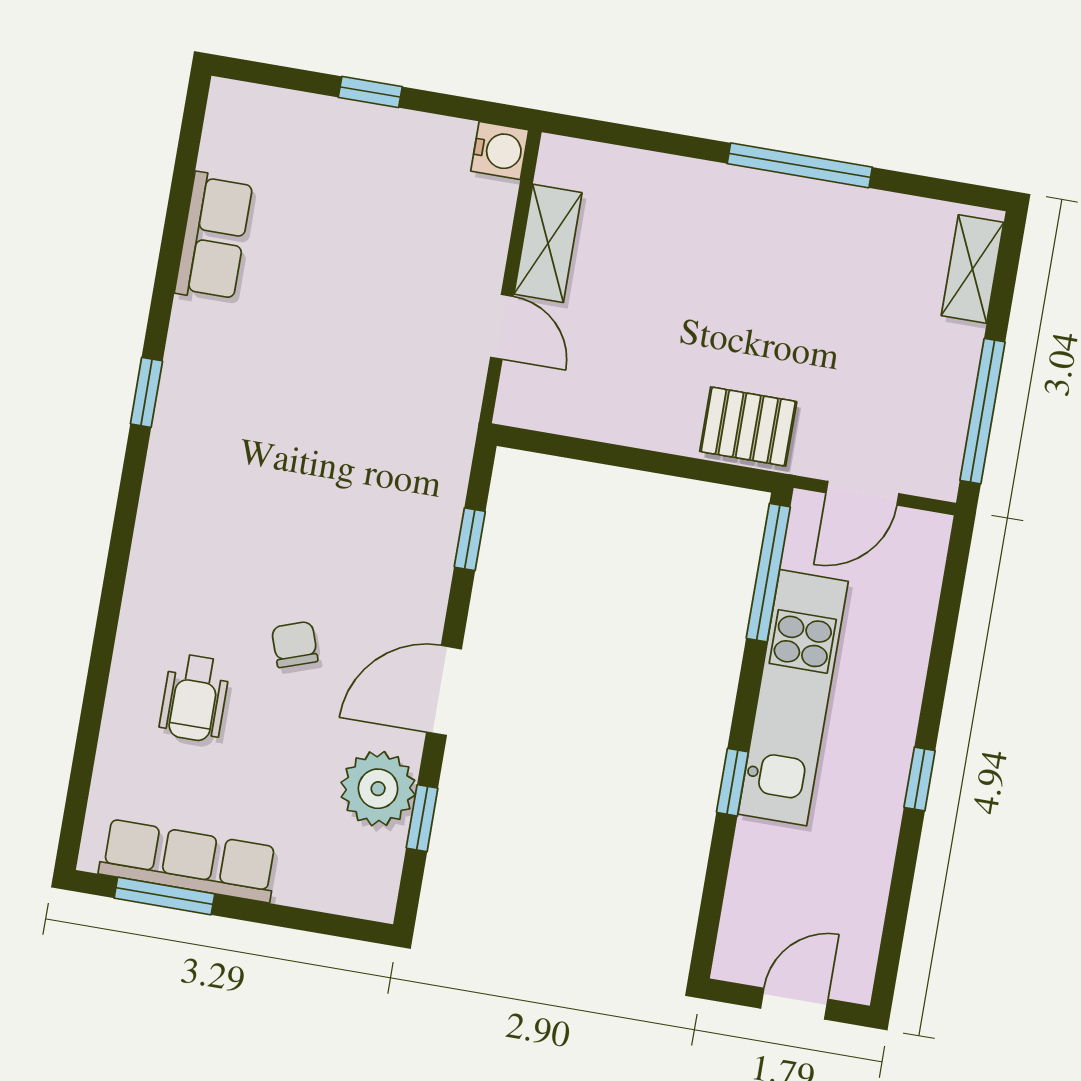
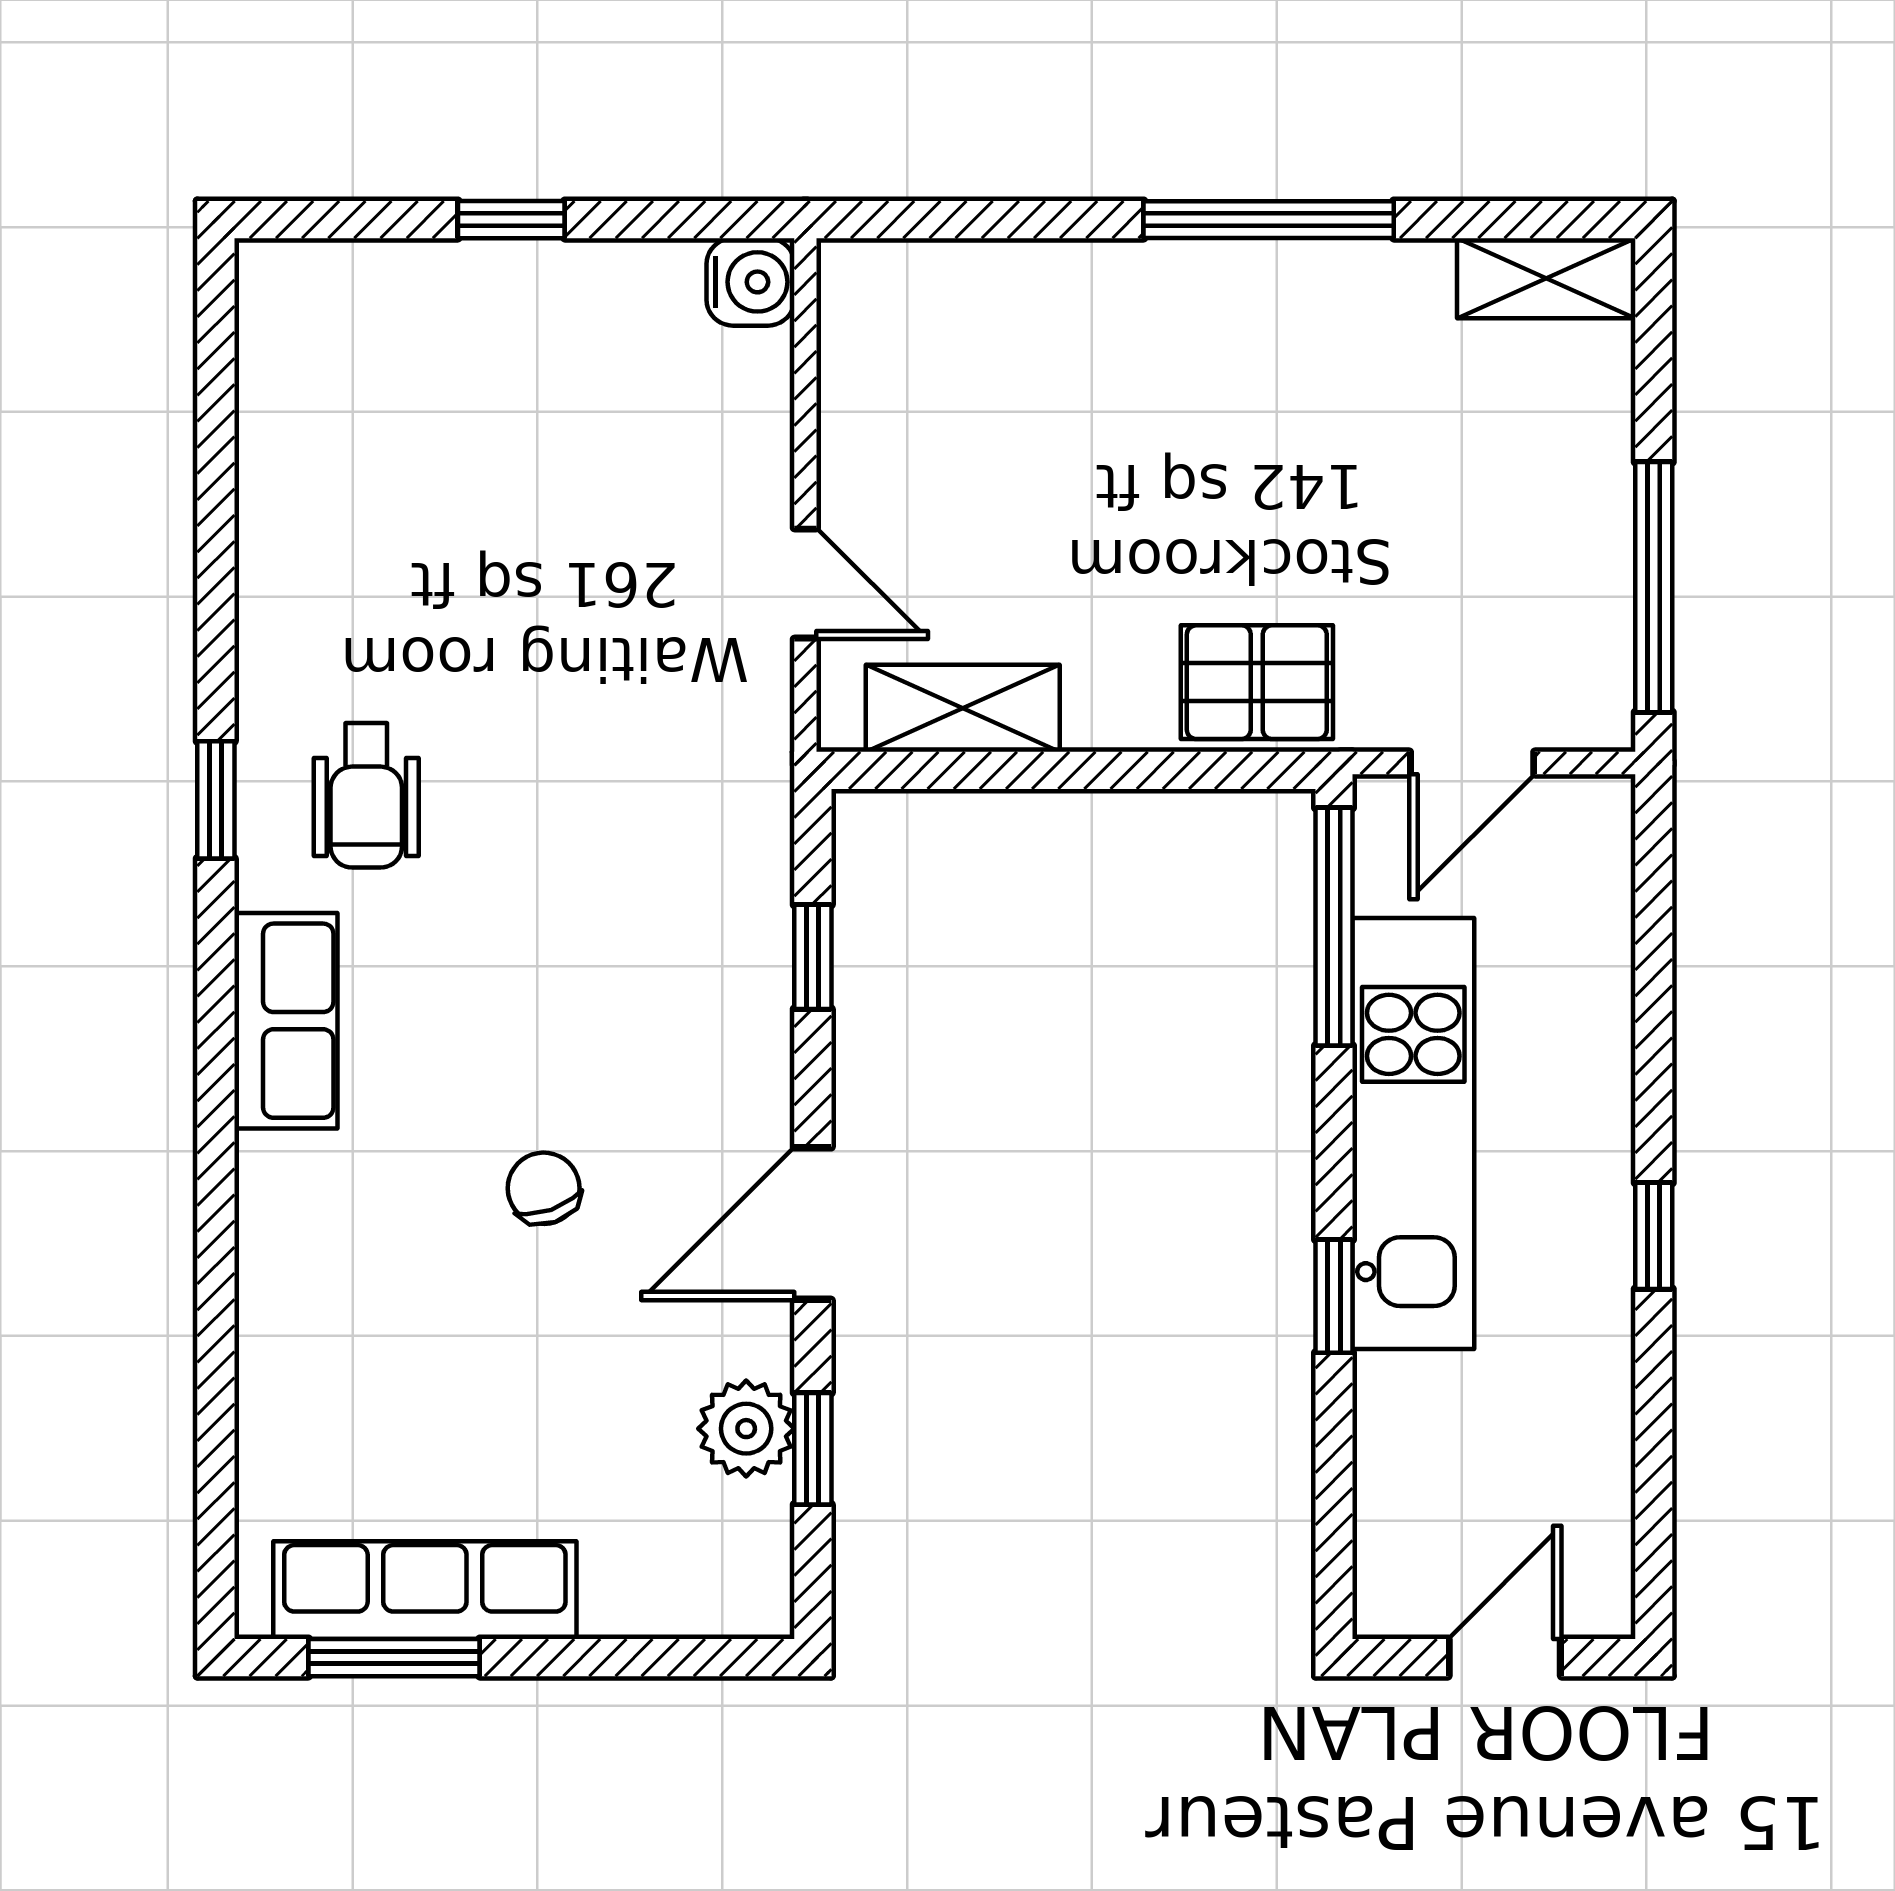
row of seats: (214, 237) -> (286, 1021), moved
shelving: (548, 243) -> (963, 708), moved, turned 90
shelving: (973, 269) -> (1546, 278), moved, turned 90
wheelchair: (195, 698) -> (366, 795), moved
plant: (378, 789) -> (746, 1429), width x0.73, depth x0.73

